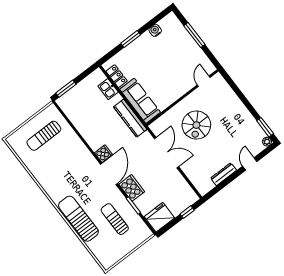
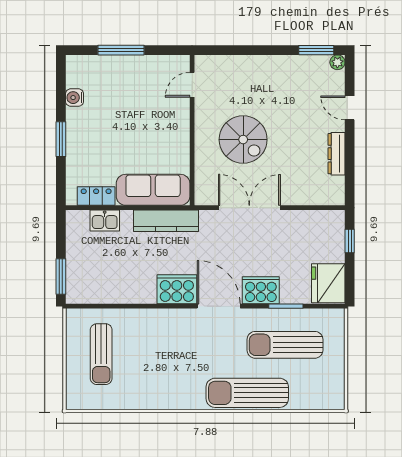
door: (204, 81) -> (192, 85), hinge flipped
cooker: (103, 154) -> (177, 289), width x1.87, depth x1.31
sun lounger: (115, 219) -> (285, 345), width x1.36, depth x1.34

